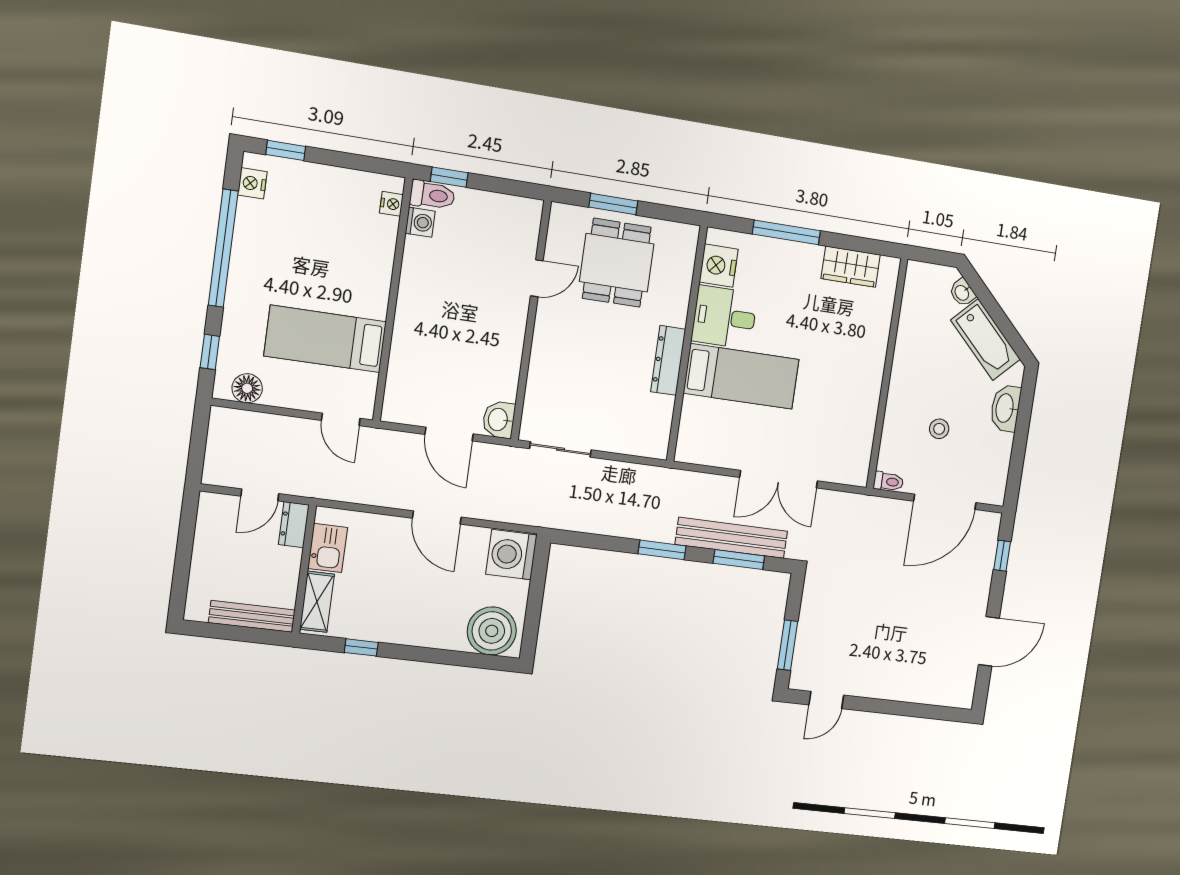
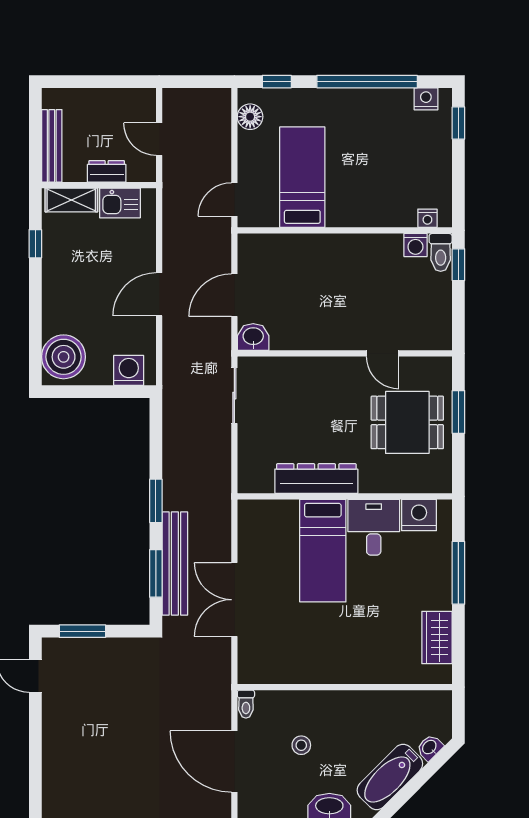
dresser: (668, 360) -> (316, 479), width x1.37, depth x1.24
dresser: (294, 525) -> (107, 171), moved
washing machine: (511, 555) -> (129, 370), width x0.73, depth x0.73

